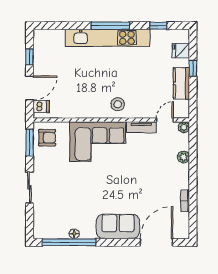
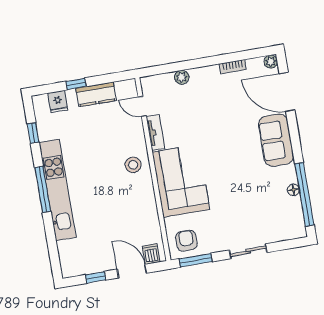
plant: (184, 127) -> (271, 62), moved

